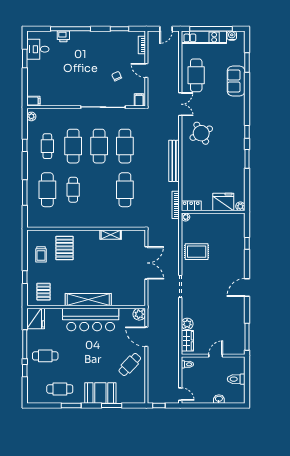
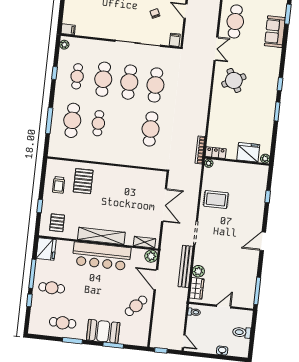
bench: (174, 161) -> (186, 266), moved
shelving: (111, 235) -> (144, 242), moved

